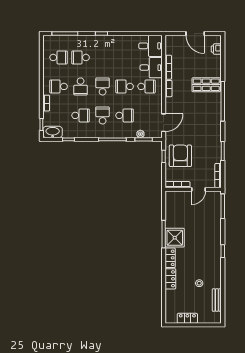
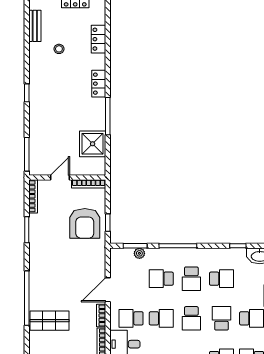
school desk: (81, 115) -> (221, 279), turned 180
door: (164, 123) -> (108, 290), moved
shower: (175, 238) -> (93, 144), moved
locker: (170, 279) -> (98, 39), moved

